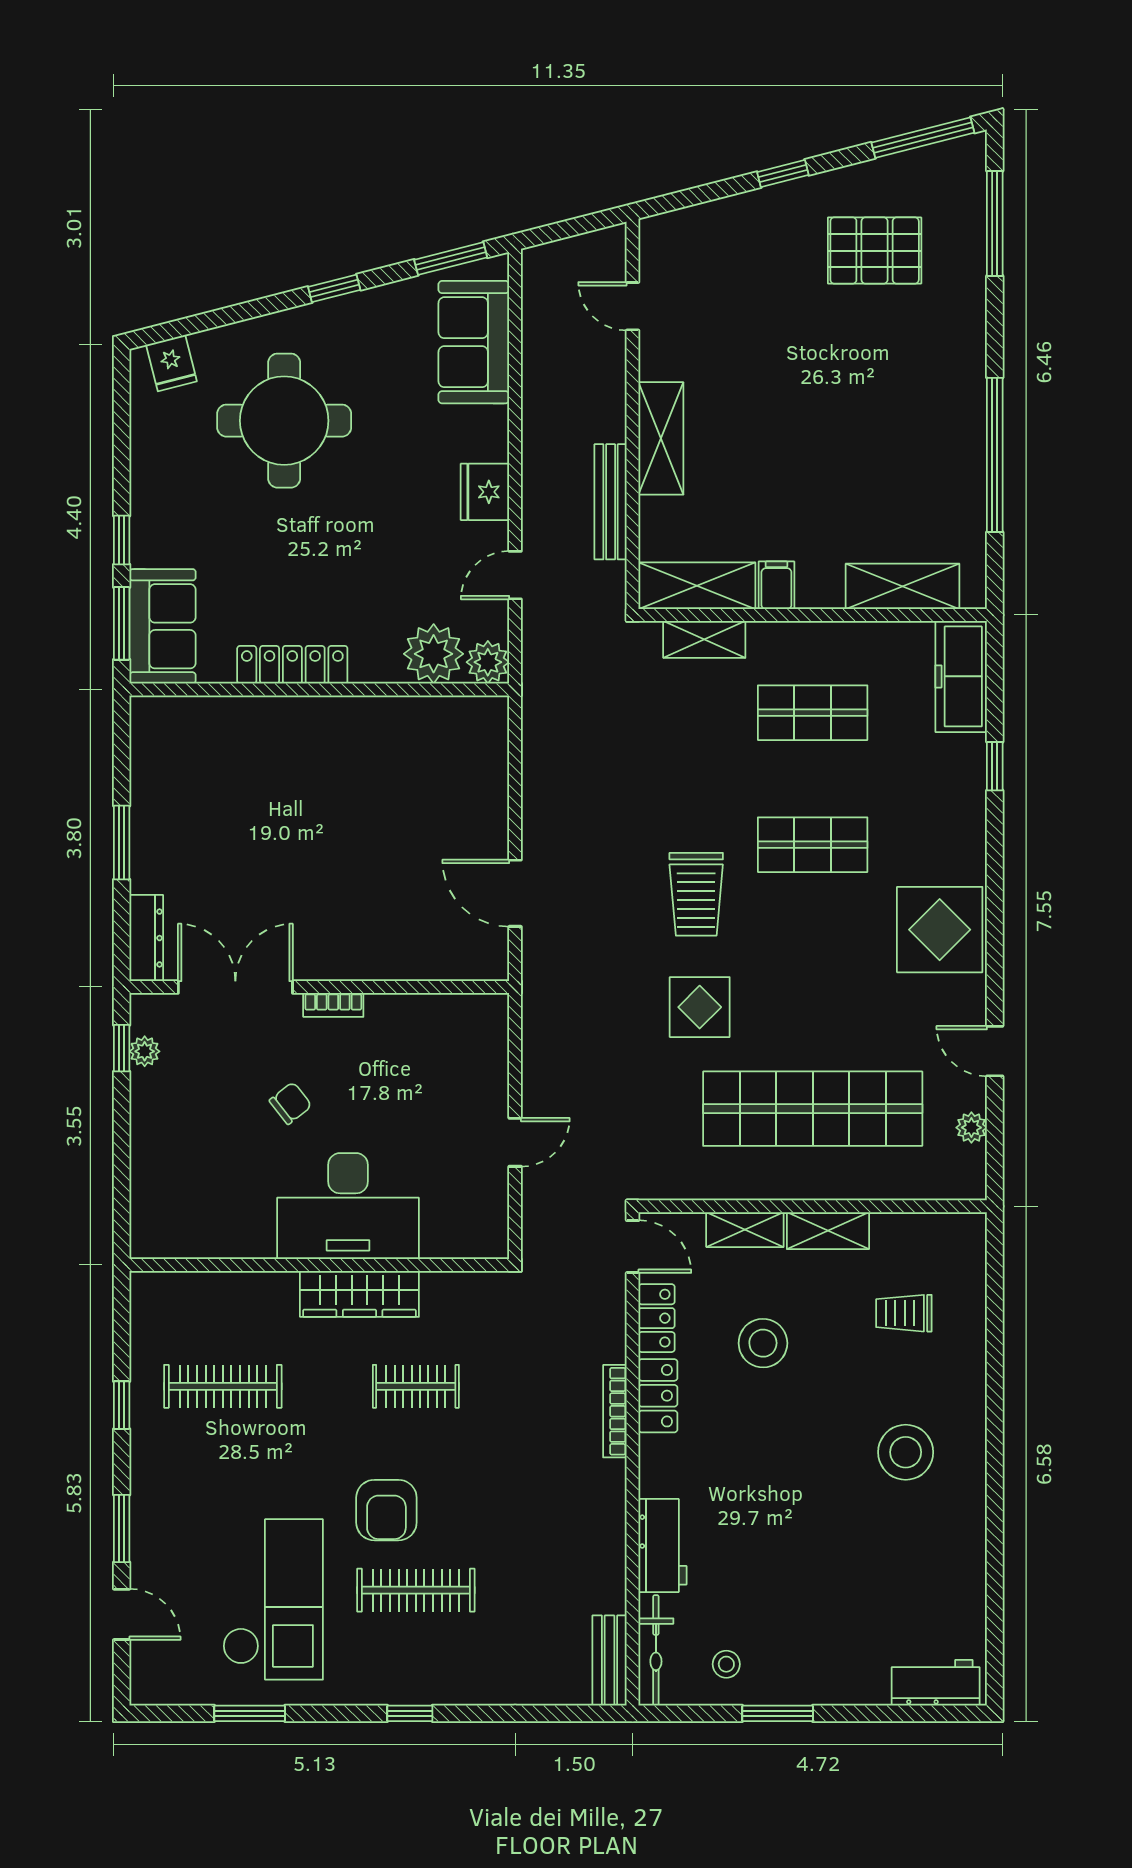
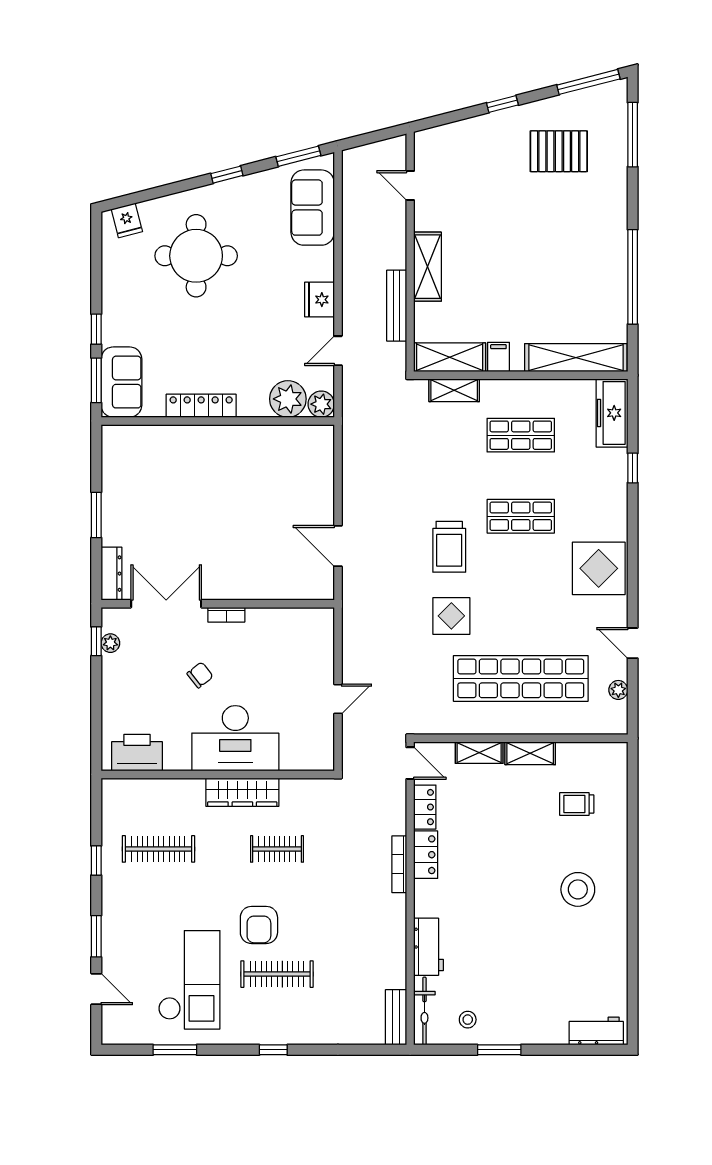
shelving: (903, 586) -> (576, 358), width x1.47
printer: (188, 1230) -> (137, 753), added
stool: (763, 1343) -> (490, 822), removed

